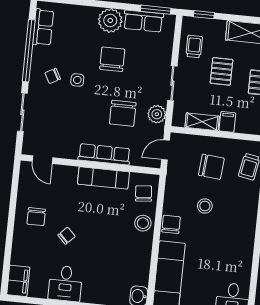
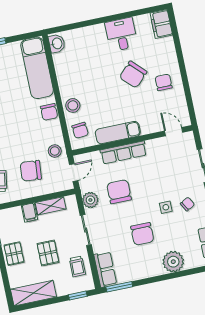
plant: (110, 20) -> (173, 262), moved
row of seats: (143, 21) -> (105, 269), moved, turned 90
stool: (205, 206) -> (55, 151), moved
chair: (67, 236) -> (133, 75), width x1.87, depth x1.87

